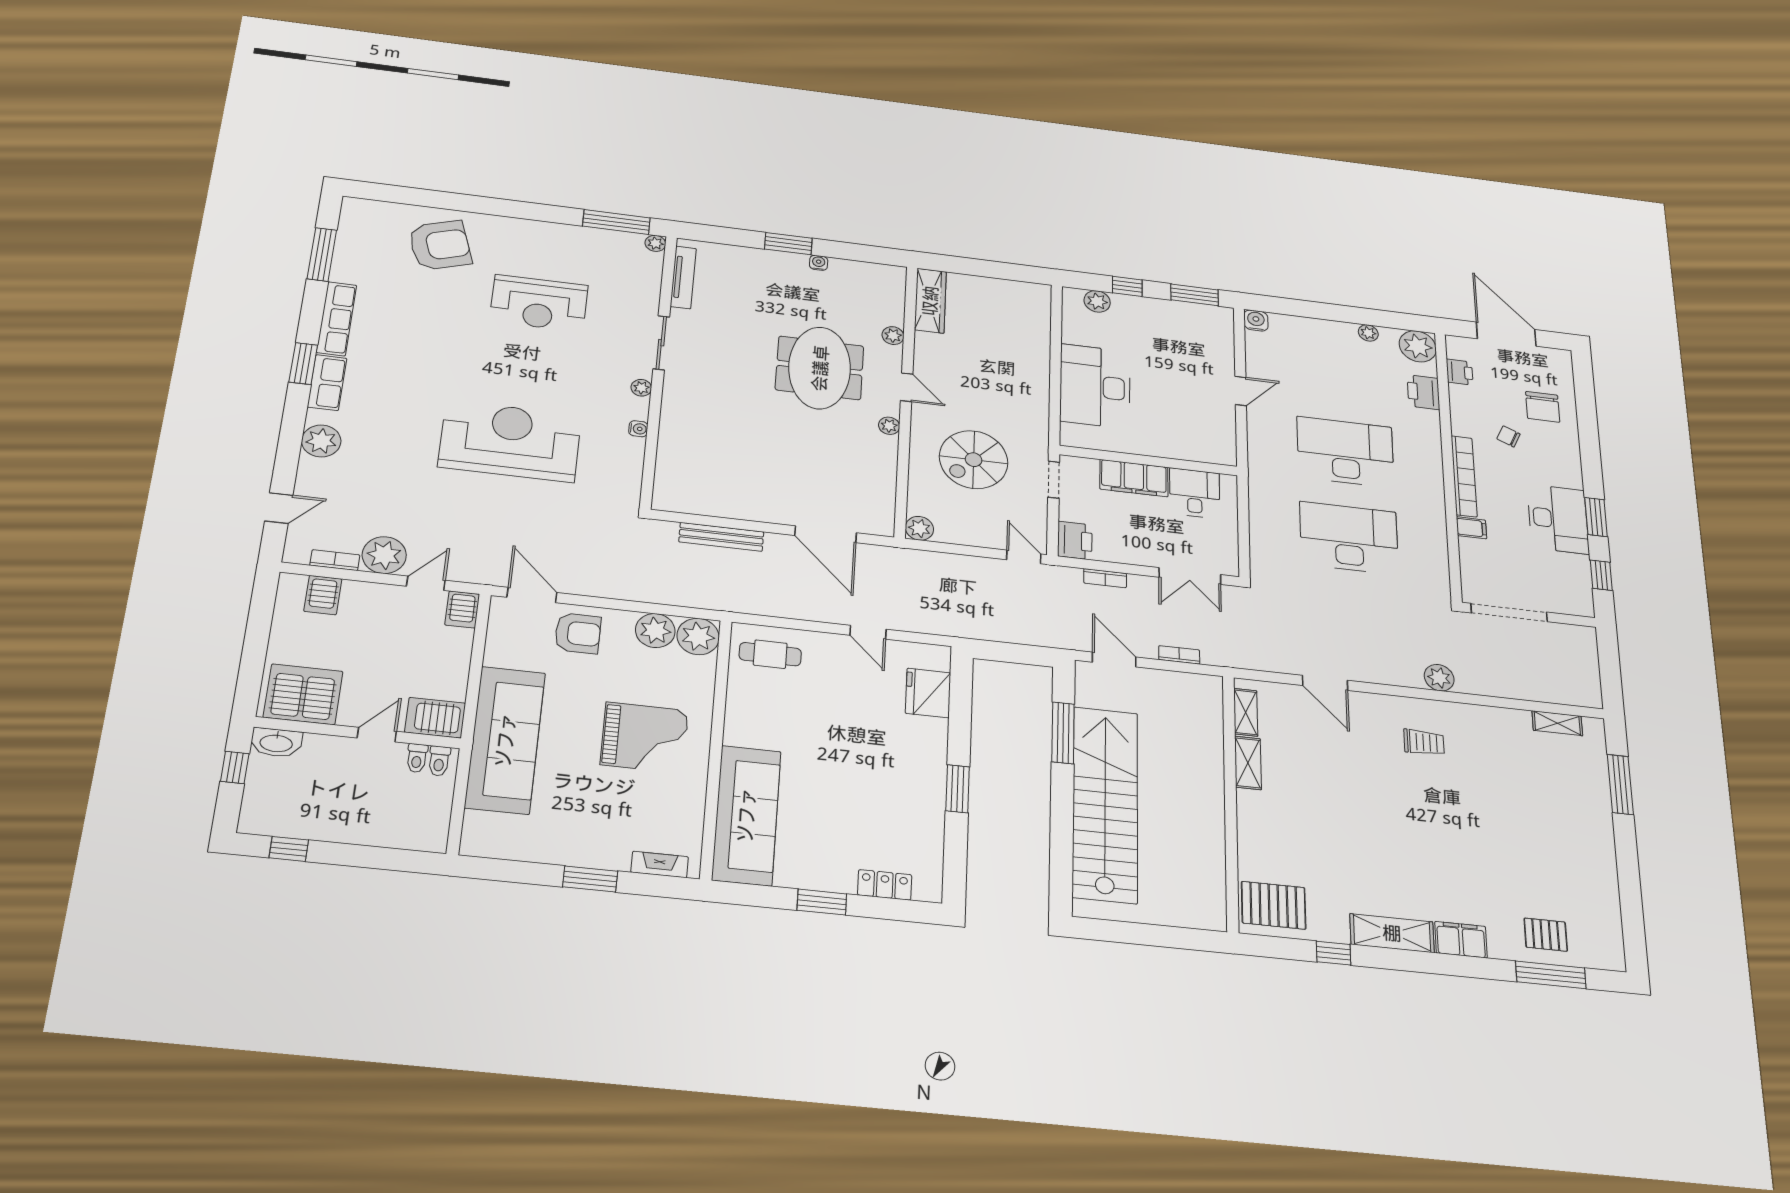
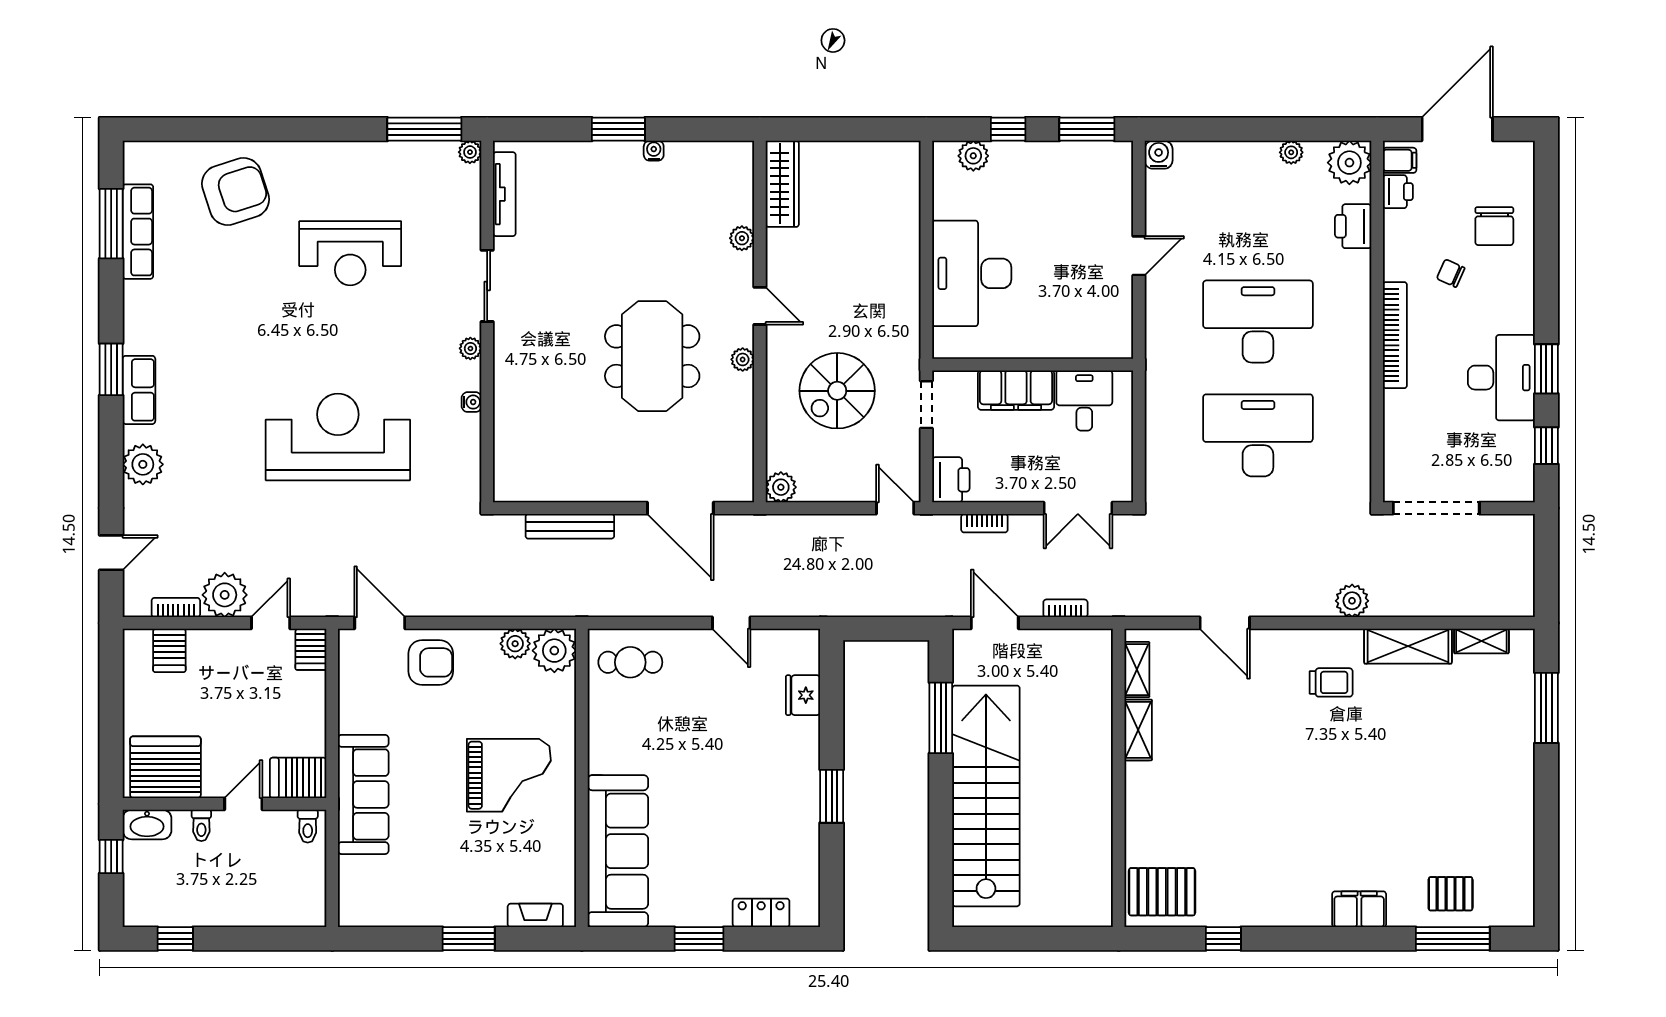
row of seats: (337, 319) -> (138, 232), moved
door: (1506, 334) -> (1457, 129), hinge flipped
meeting table: (820, 368) -> (652, 356), moved
filing cabinet: (1471, 528) -> (1400, 160), moved
plant: (655, 631) -> (515, 644), width x0.73, depth x0.73
fridge: (928, 693) -> (803, 695), width x0.73, depth x0.75
sofa: (505, 740) -> (363, 794), width x0.74, depth x0.79
toilet: (417, 758) -> (201, 825), moved
shelving: (1392, 933) -> (1408, 646), moved

